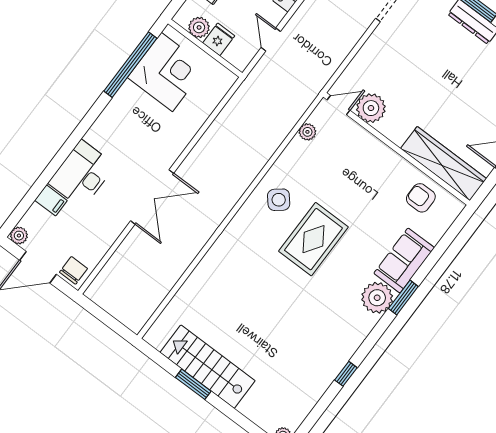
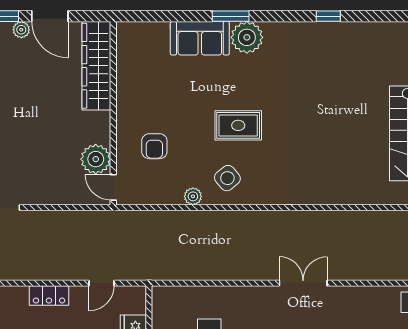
plant: (307, 132) -> (193, 196), moved
double door: (152, 197) -> (303, 283), width x0.73
armchair: (421, 198) -> (154, 146), moved
rug: (313, 239) -> (238, 125), width x0.73, depth x0.70

